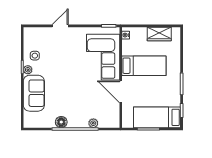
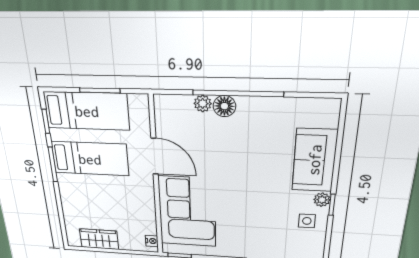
bed: (144, 66) -> (90, 159), moved, turned 180
floor lamp: (61, 122) -> (224, 106), moved

